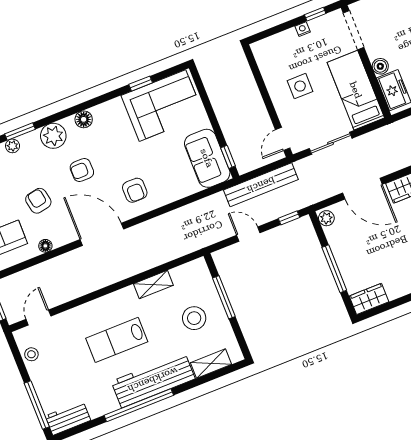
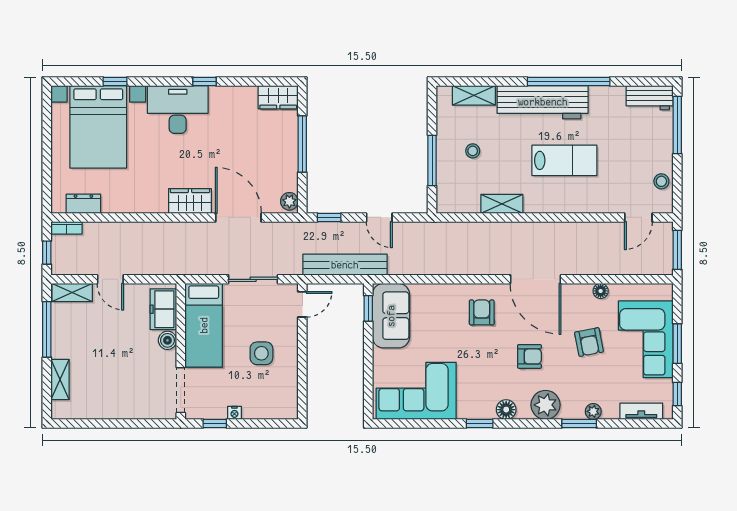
window: (141, 84) -> (480, 424), moved
stool: (194, 318) -> (473, 151), width x0.53, depth x0.53

